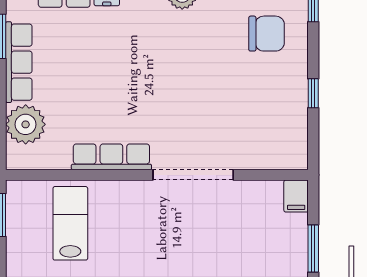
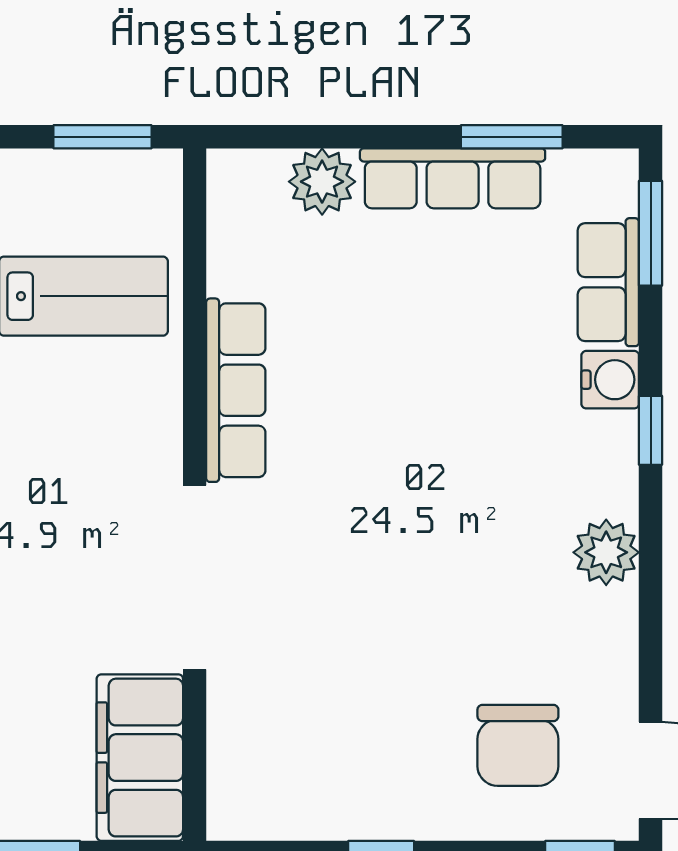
plant: (26, 124) -> (322, 182), width x0.73, depth x0.73
filing cabinet: (296, 196) -> (140, 758), width x3.00, depth x1.17

